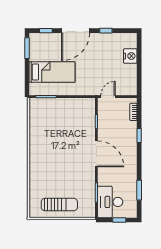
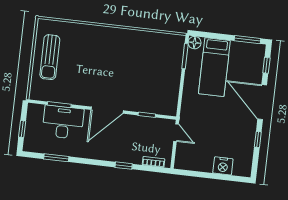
floor lamp: (34, 90) -> (195, 43), added
desk: (110, 202) -> (63, 122), moved

